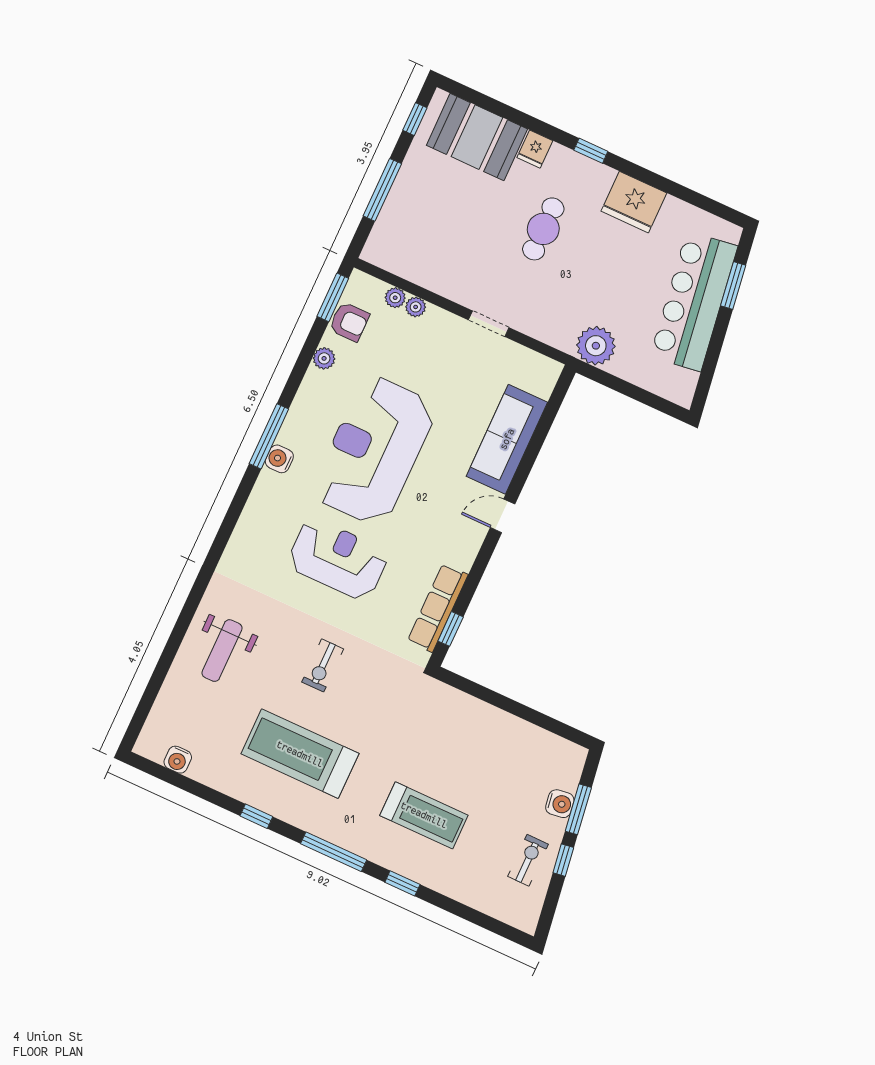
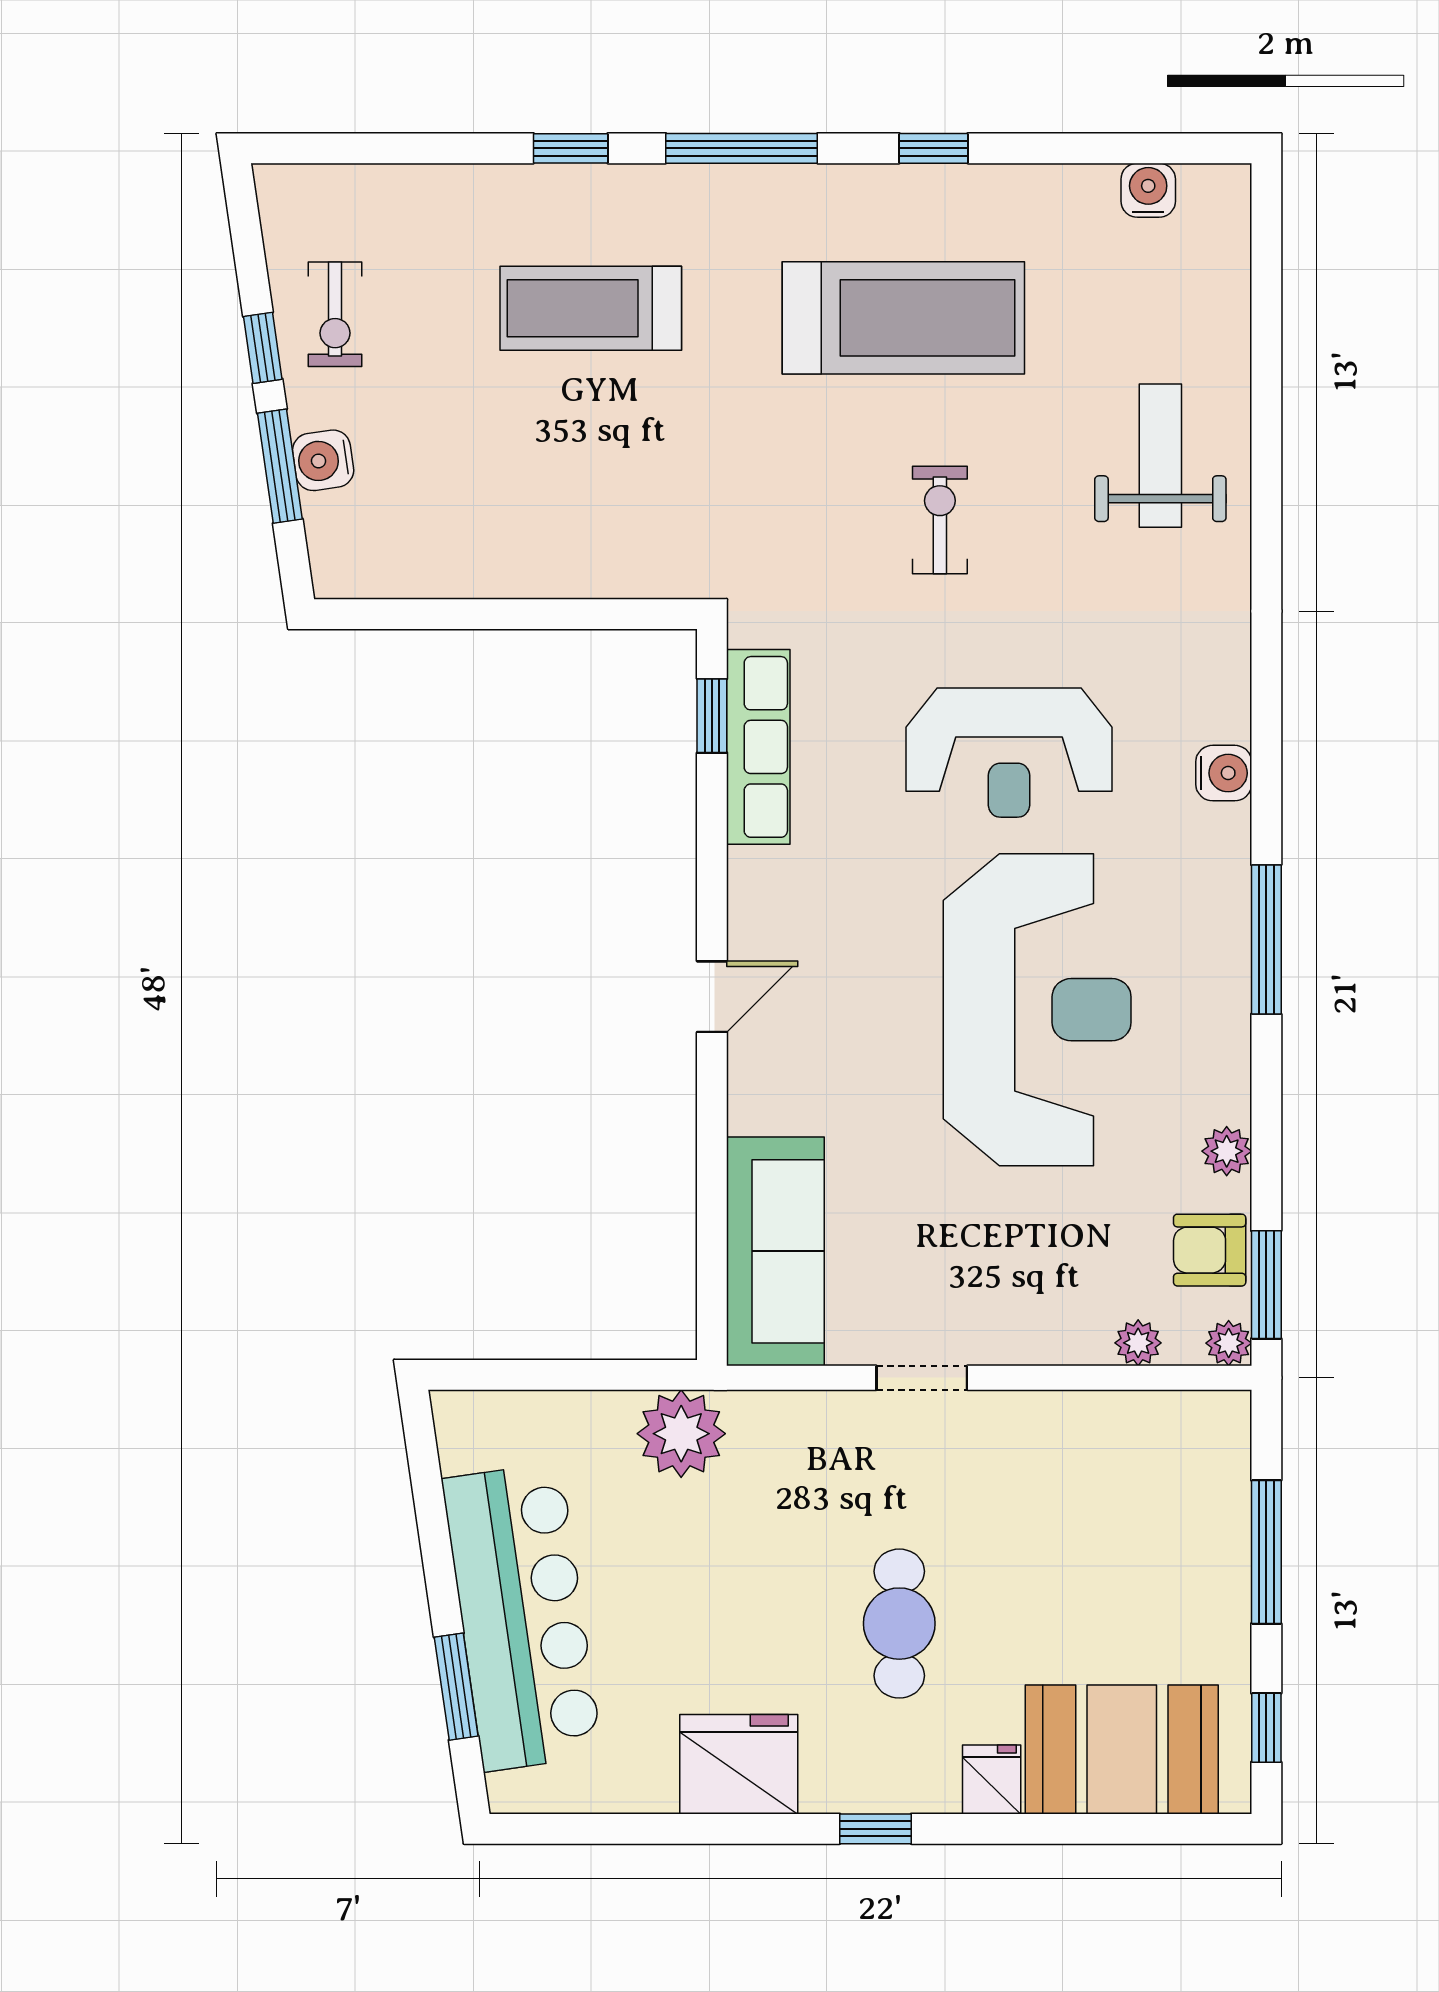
plant: (416, 307) -> (1229, 1343), moved
sofa: (507, 439) -> (775, 1251), moved
water cooler: (279, 459) -> (1224, 773), moved

